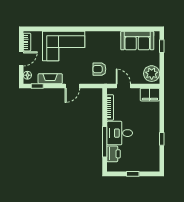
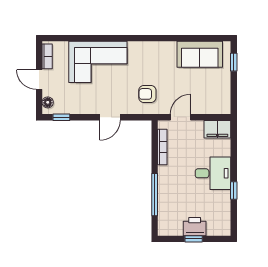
door: (21, 59) -> (39, 80), swing flipped
plant: (152, 74) -> (220, 100), removed
fireplace: (50, 79) -> (79, 107), removed
door: (123, 86) -> (181, 117), hinge flipped
desk: (120, 133) -> (213, 173), moved, turned 180
printer: (114, 154) -> (195, 227), moved, turned -90

